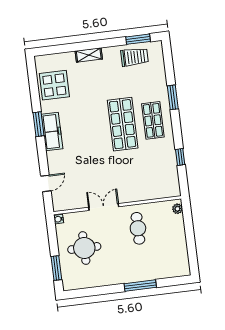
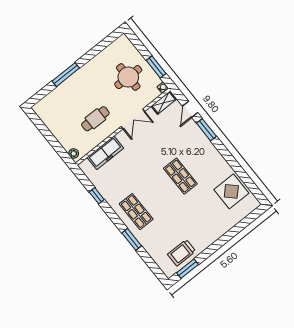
shelving: (89, 55) -> (164, 103), moved
window: (38, 124) -> (206, 130), moved
shop shelf: (123, 124) -> (180, 176), moved, width x0.70, depth x0.74
freezer: (52, 132) -> (105, 153), moved, turned -90
cafe table: (138, 228) -> (95, 119), turned 90
window: (56, 268) -> (156, 67), moved

